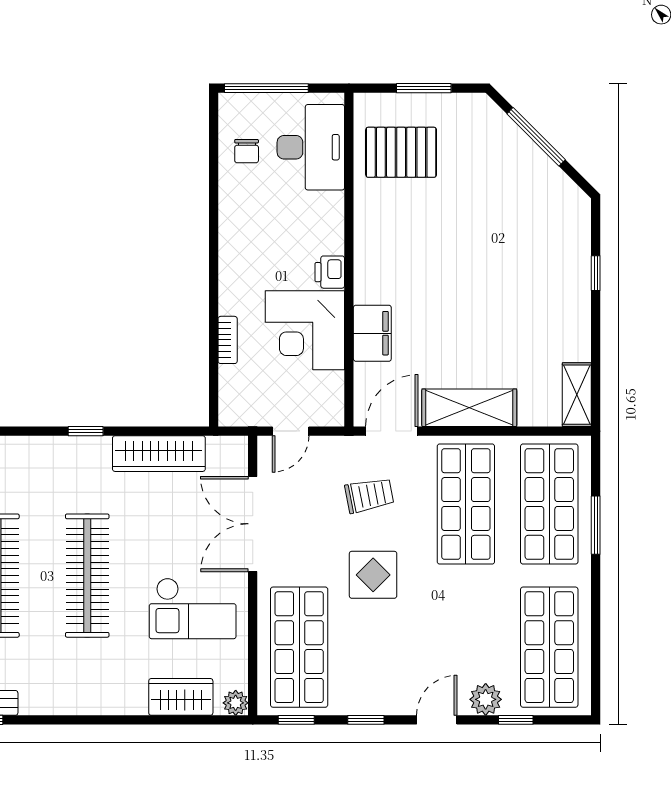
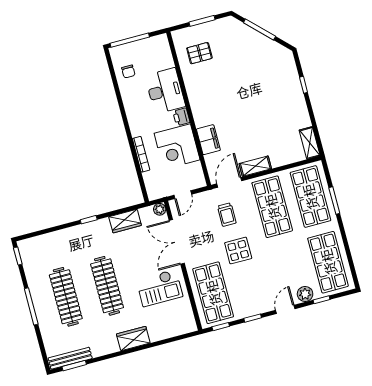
desk: (311, 147) -> (165, 91), moved
pallet: (401, 152) -> (199, 53), width x0.67, depth x0.71
bookcase: (228, 340) -> (141, 154), width x1.56
shelving: (469, 408) -> (255, 166), width x0.67, depth x0.75
wardrobe: (159, 454) -> (125, 221), width x0.67
trolley: (369, 495) -> (227, 215), turned 101
wardrobe: (181, 697) -> (133, 339), moved
plant: (236, 703) -> (160, 209), moved

